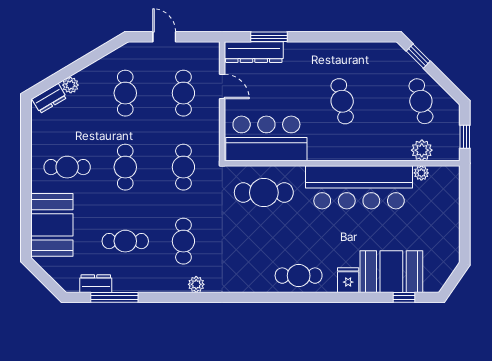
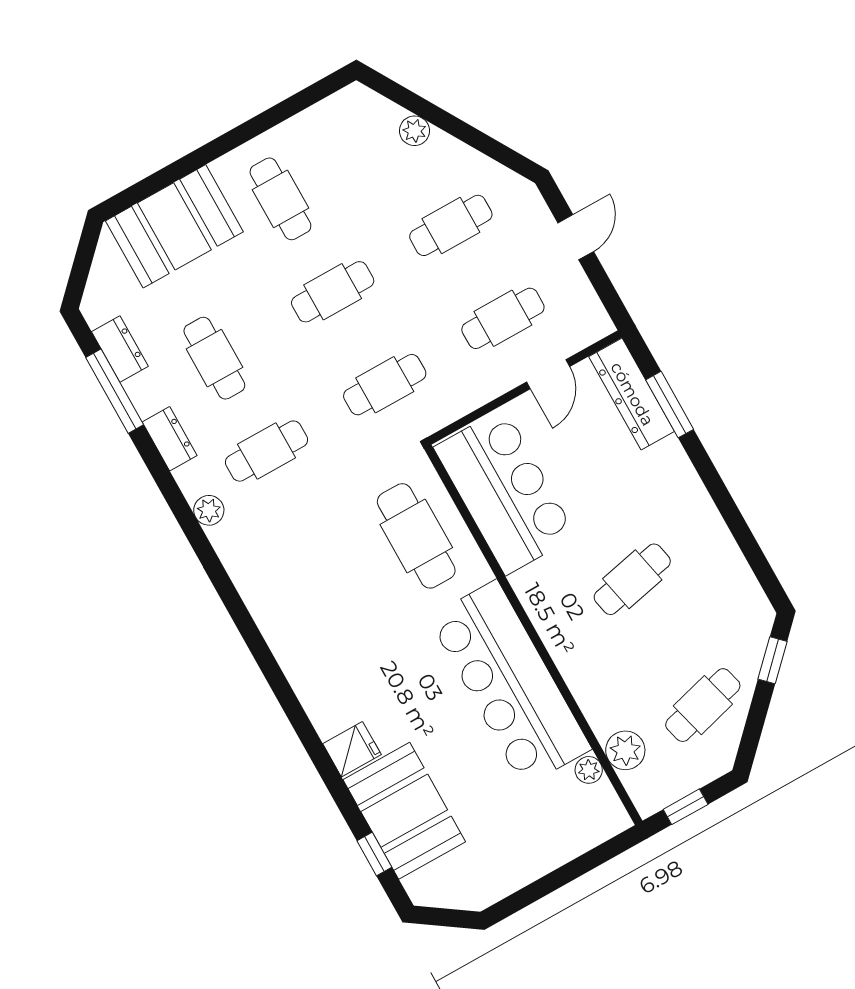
dresser: (49, 98) -> (170, 439), moved, turned -149
cafe table: (299, 276) -> (315, 666), removed

